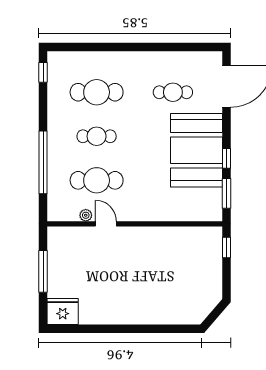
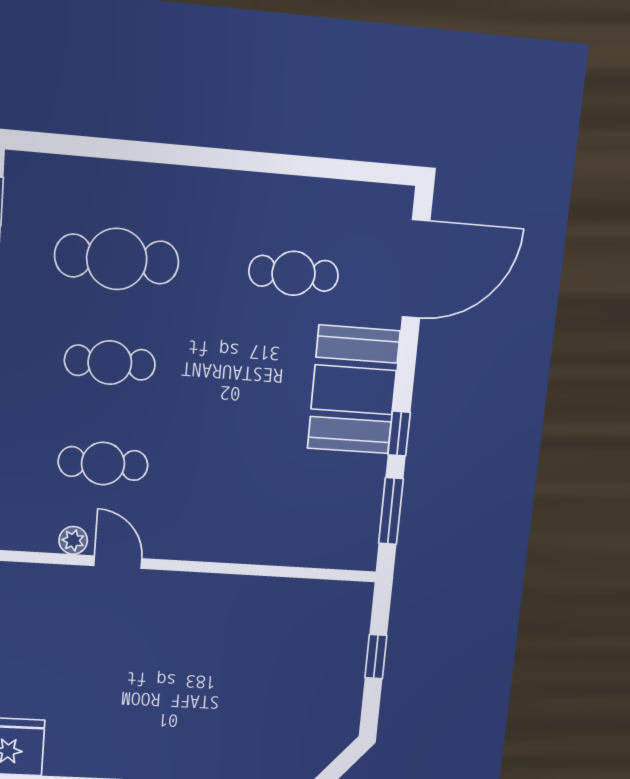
booth: (196, 150) -> (354, 390), width x0.73, depth x0.70
cafe table: (97, 180) -> (103, 463), width x0.73, depth x0.74
window: (226, 247) -> (376, 657), moved

